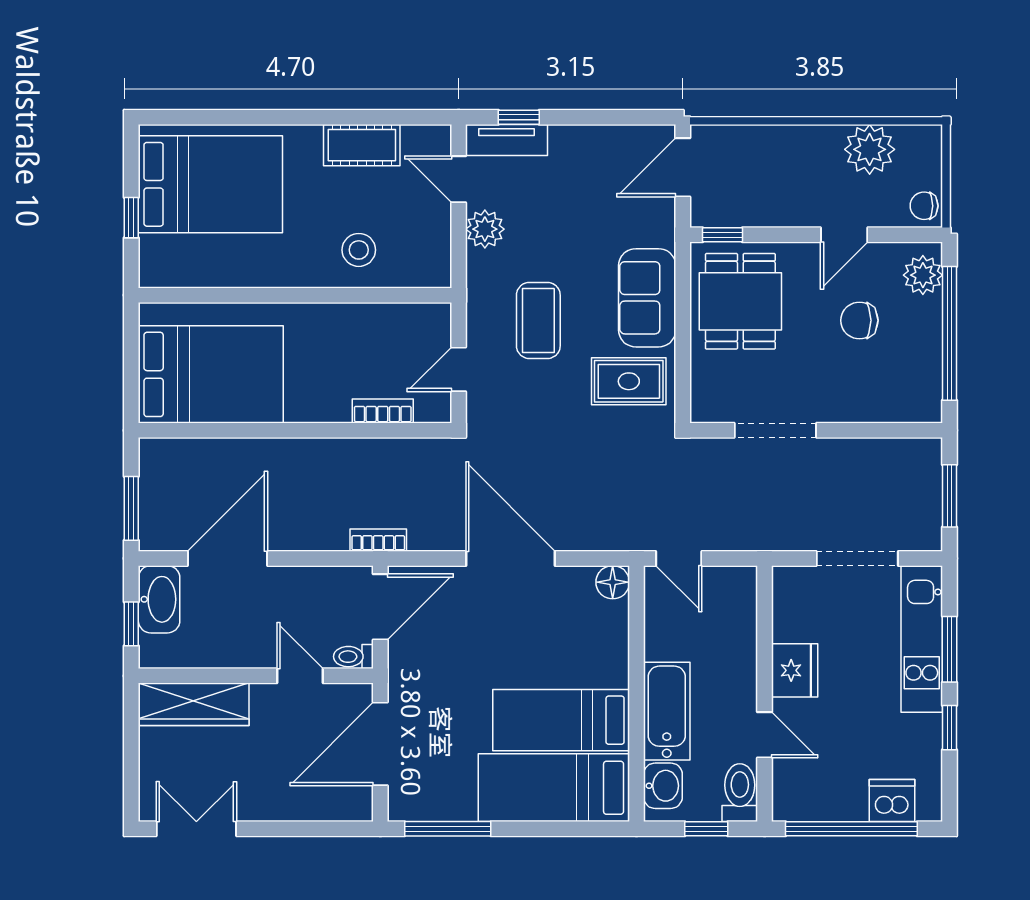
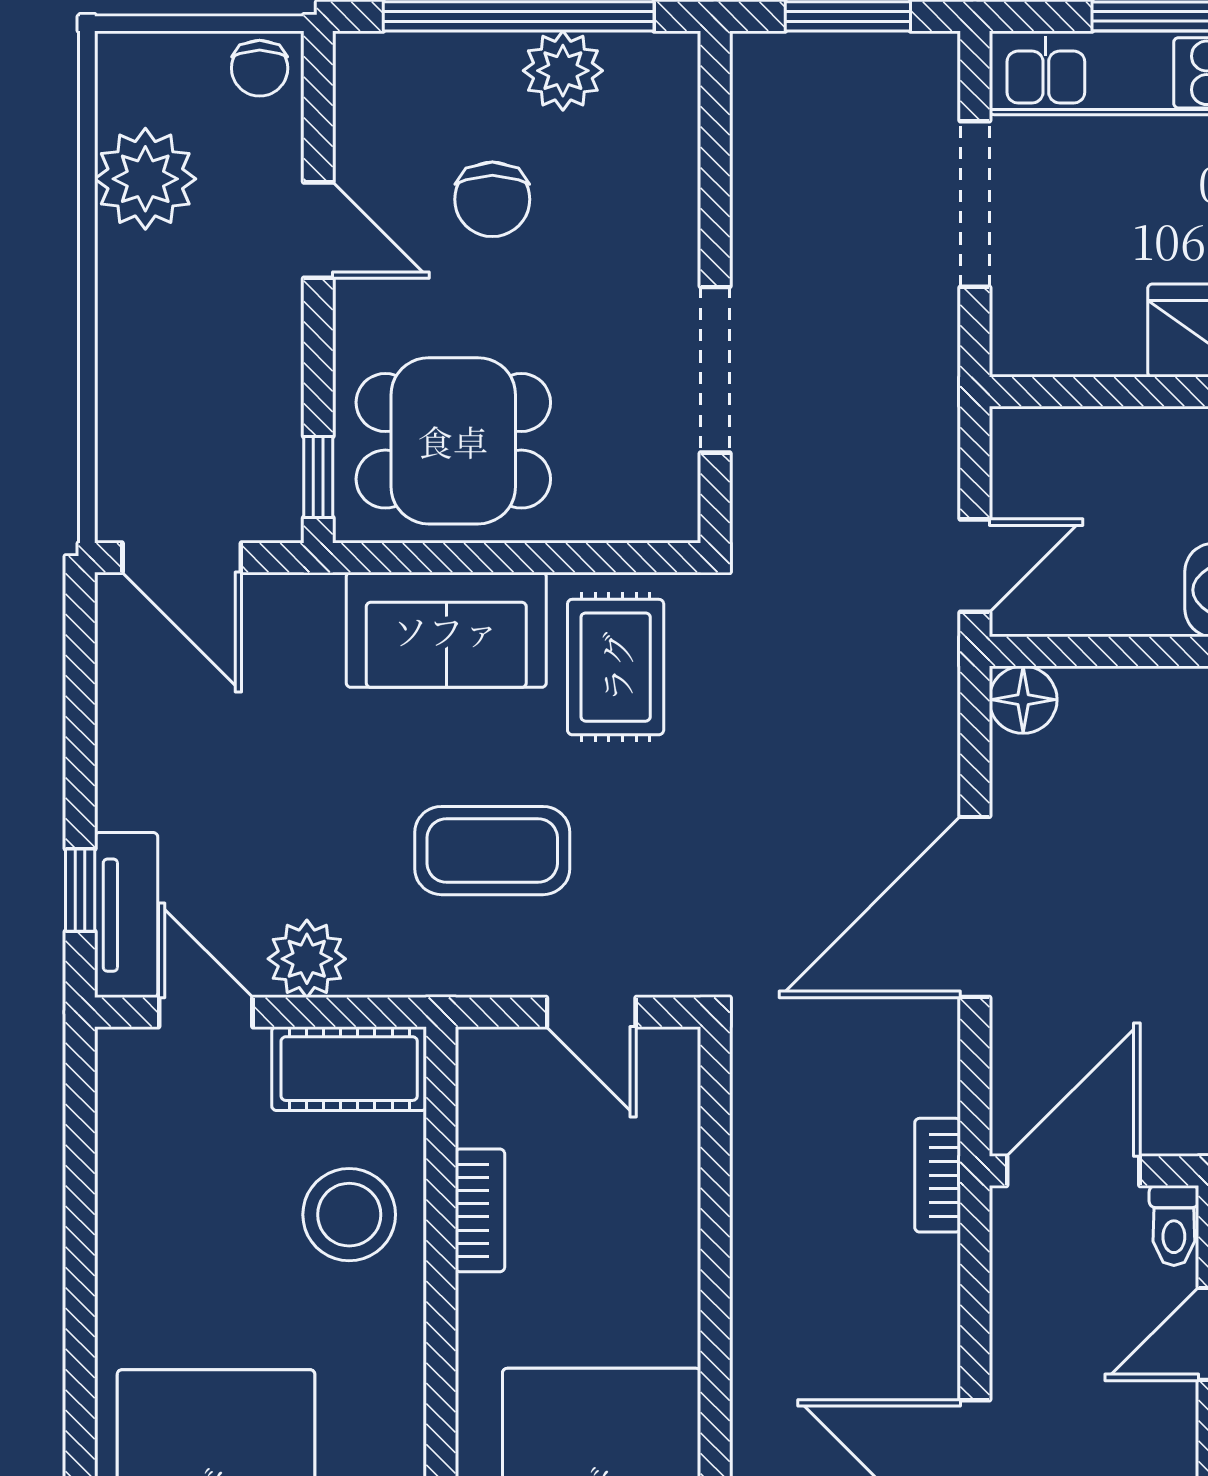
cot: (362, 145) -> (349, 1069), moved, turned 90
door: (459, 179) -> (206, 1012), swing flipped
stool: (359, 250) -> (349, 1215), width x1.38, depth x1.38
plant: (923, 275) -> (563, 71), moved
bookcase: (383, 411) -> (480, 1210), moved, turned 180
door: (380, 607) -> (1073, 1171), hinge flipped

